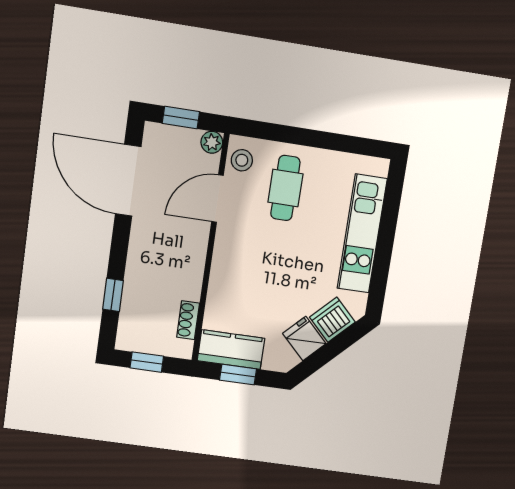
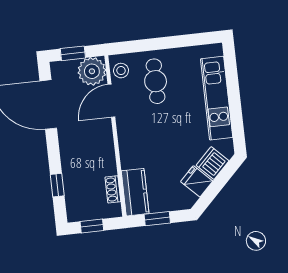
plant: (212, 142) -> (92, 71), width x1.88, depth x1.88
kitchen counter: (231, 350) -> (135, 192), moved, turned 90

